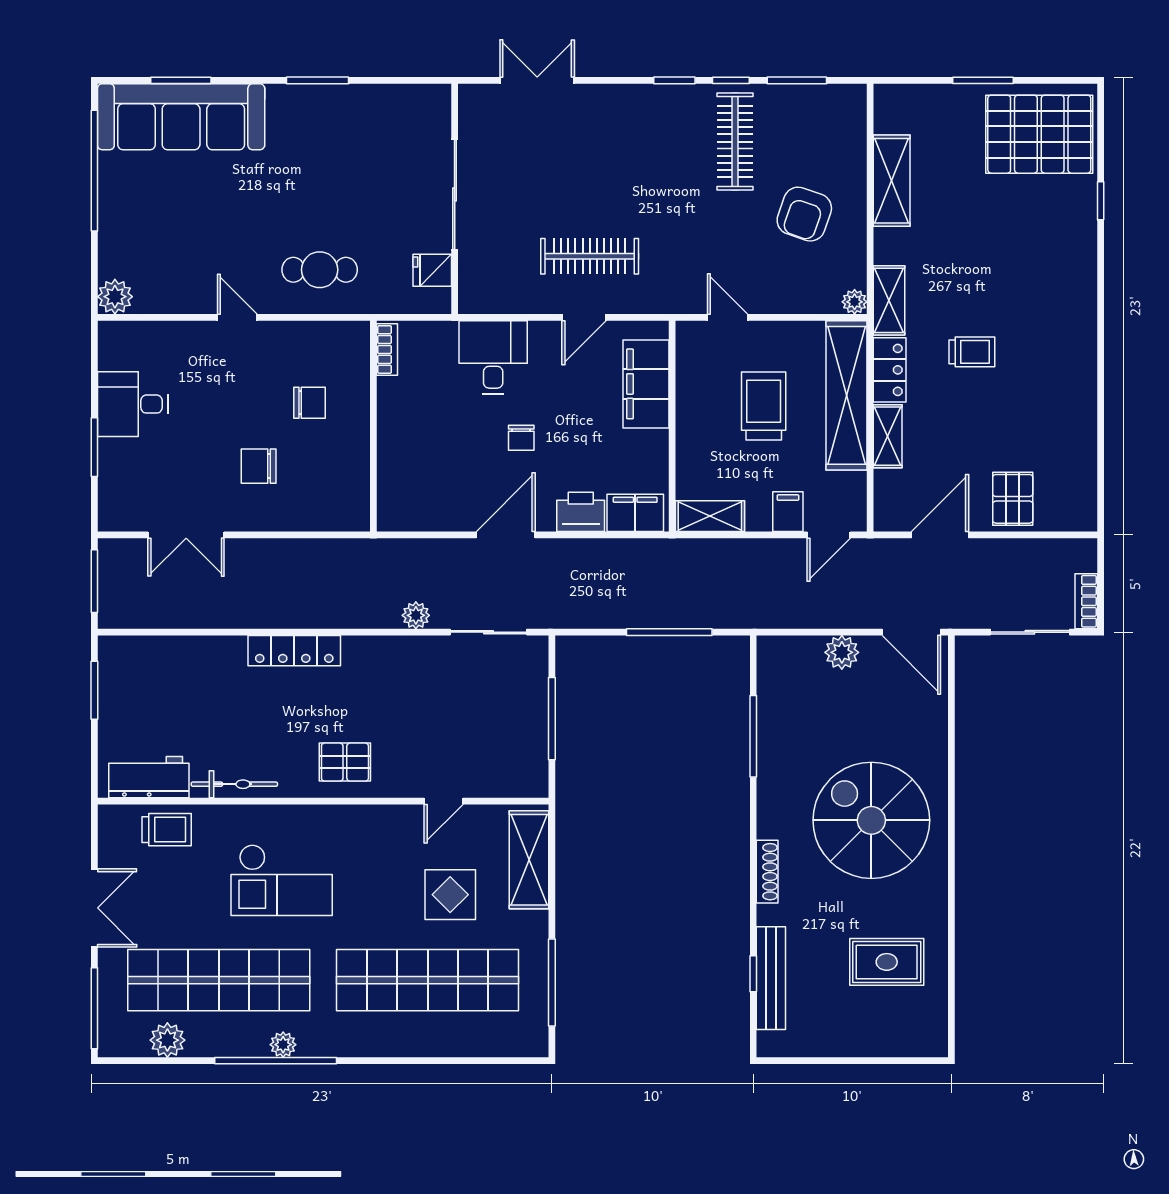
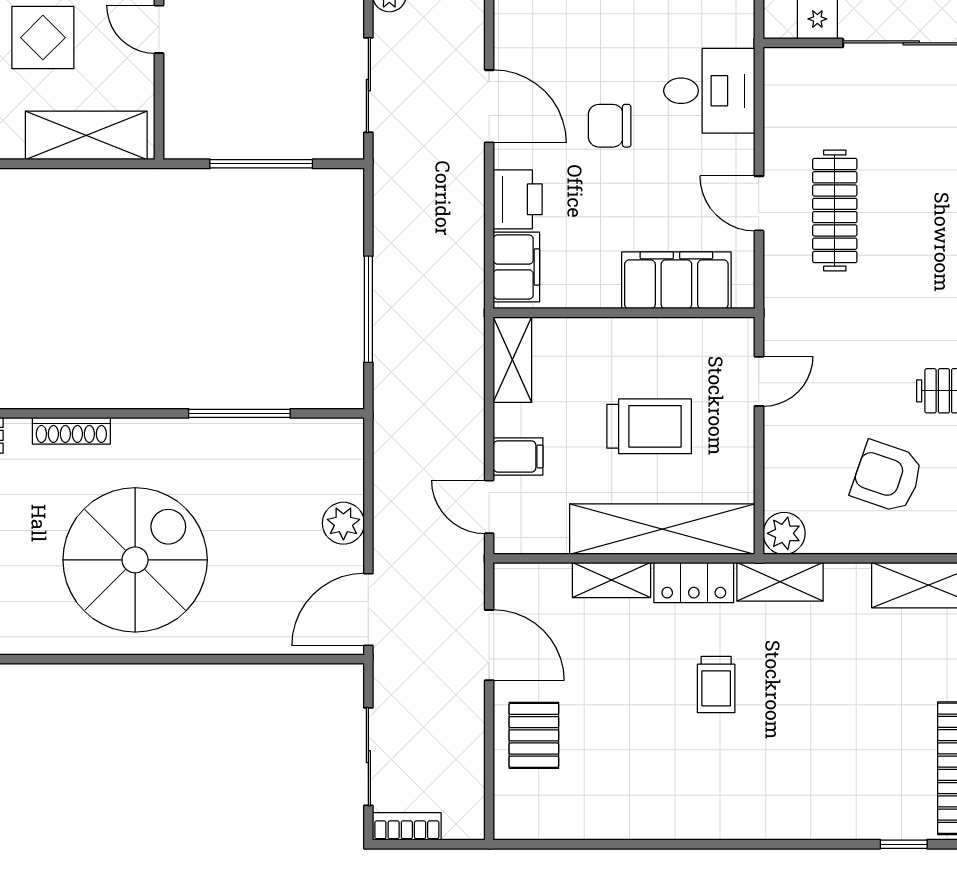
plant: (855, 302) -> (784, 533), width x1.38, depth x1.38
chair: (521, 438) -> (610, 126), width x1.37, depth x1.37
pallet: (1013, 499) -> (534, 735), turned 90

